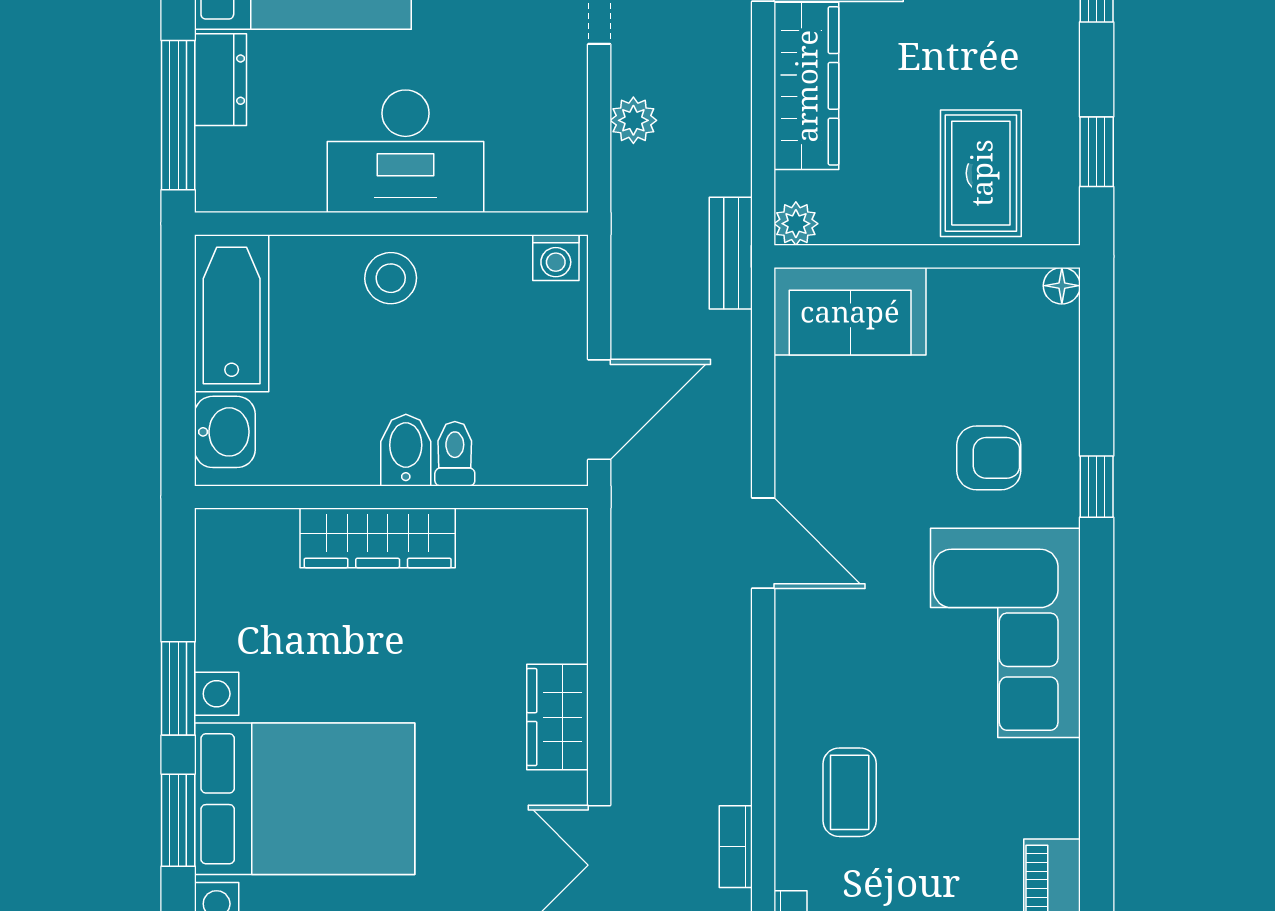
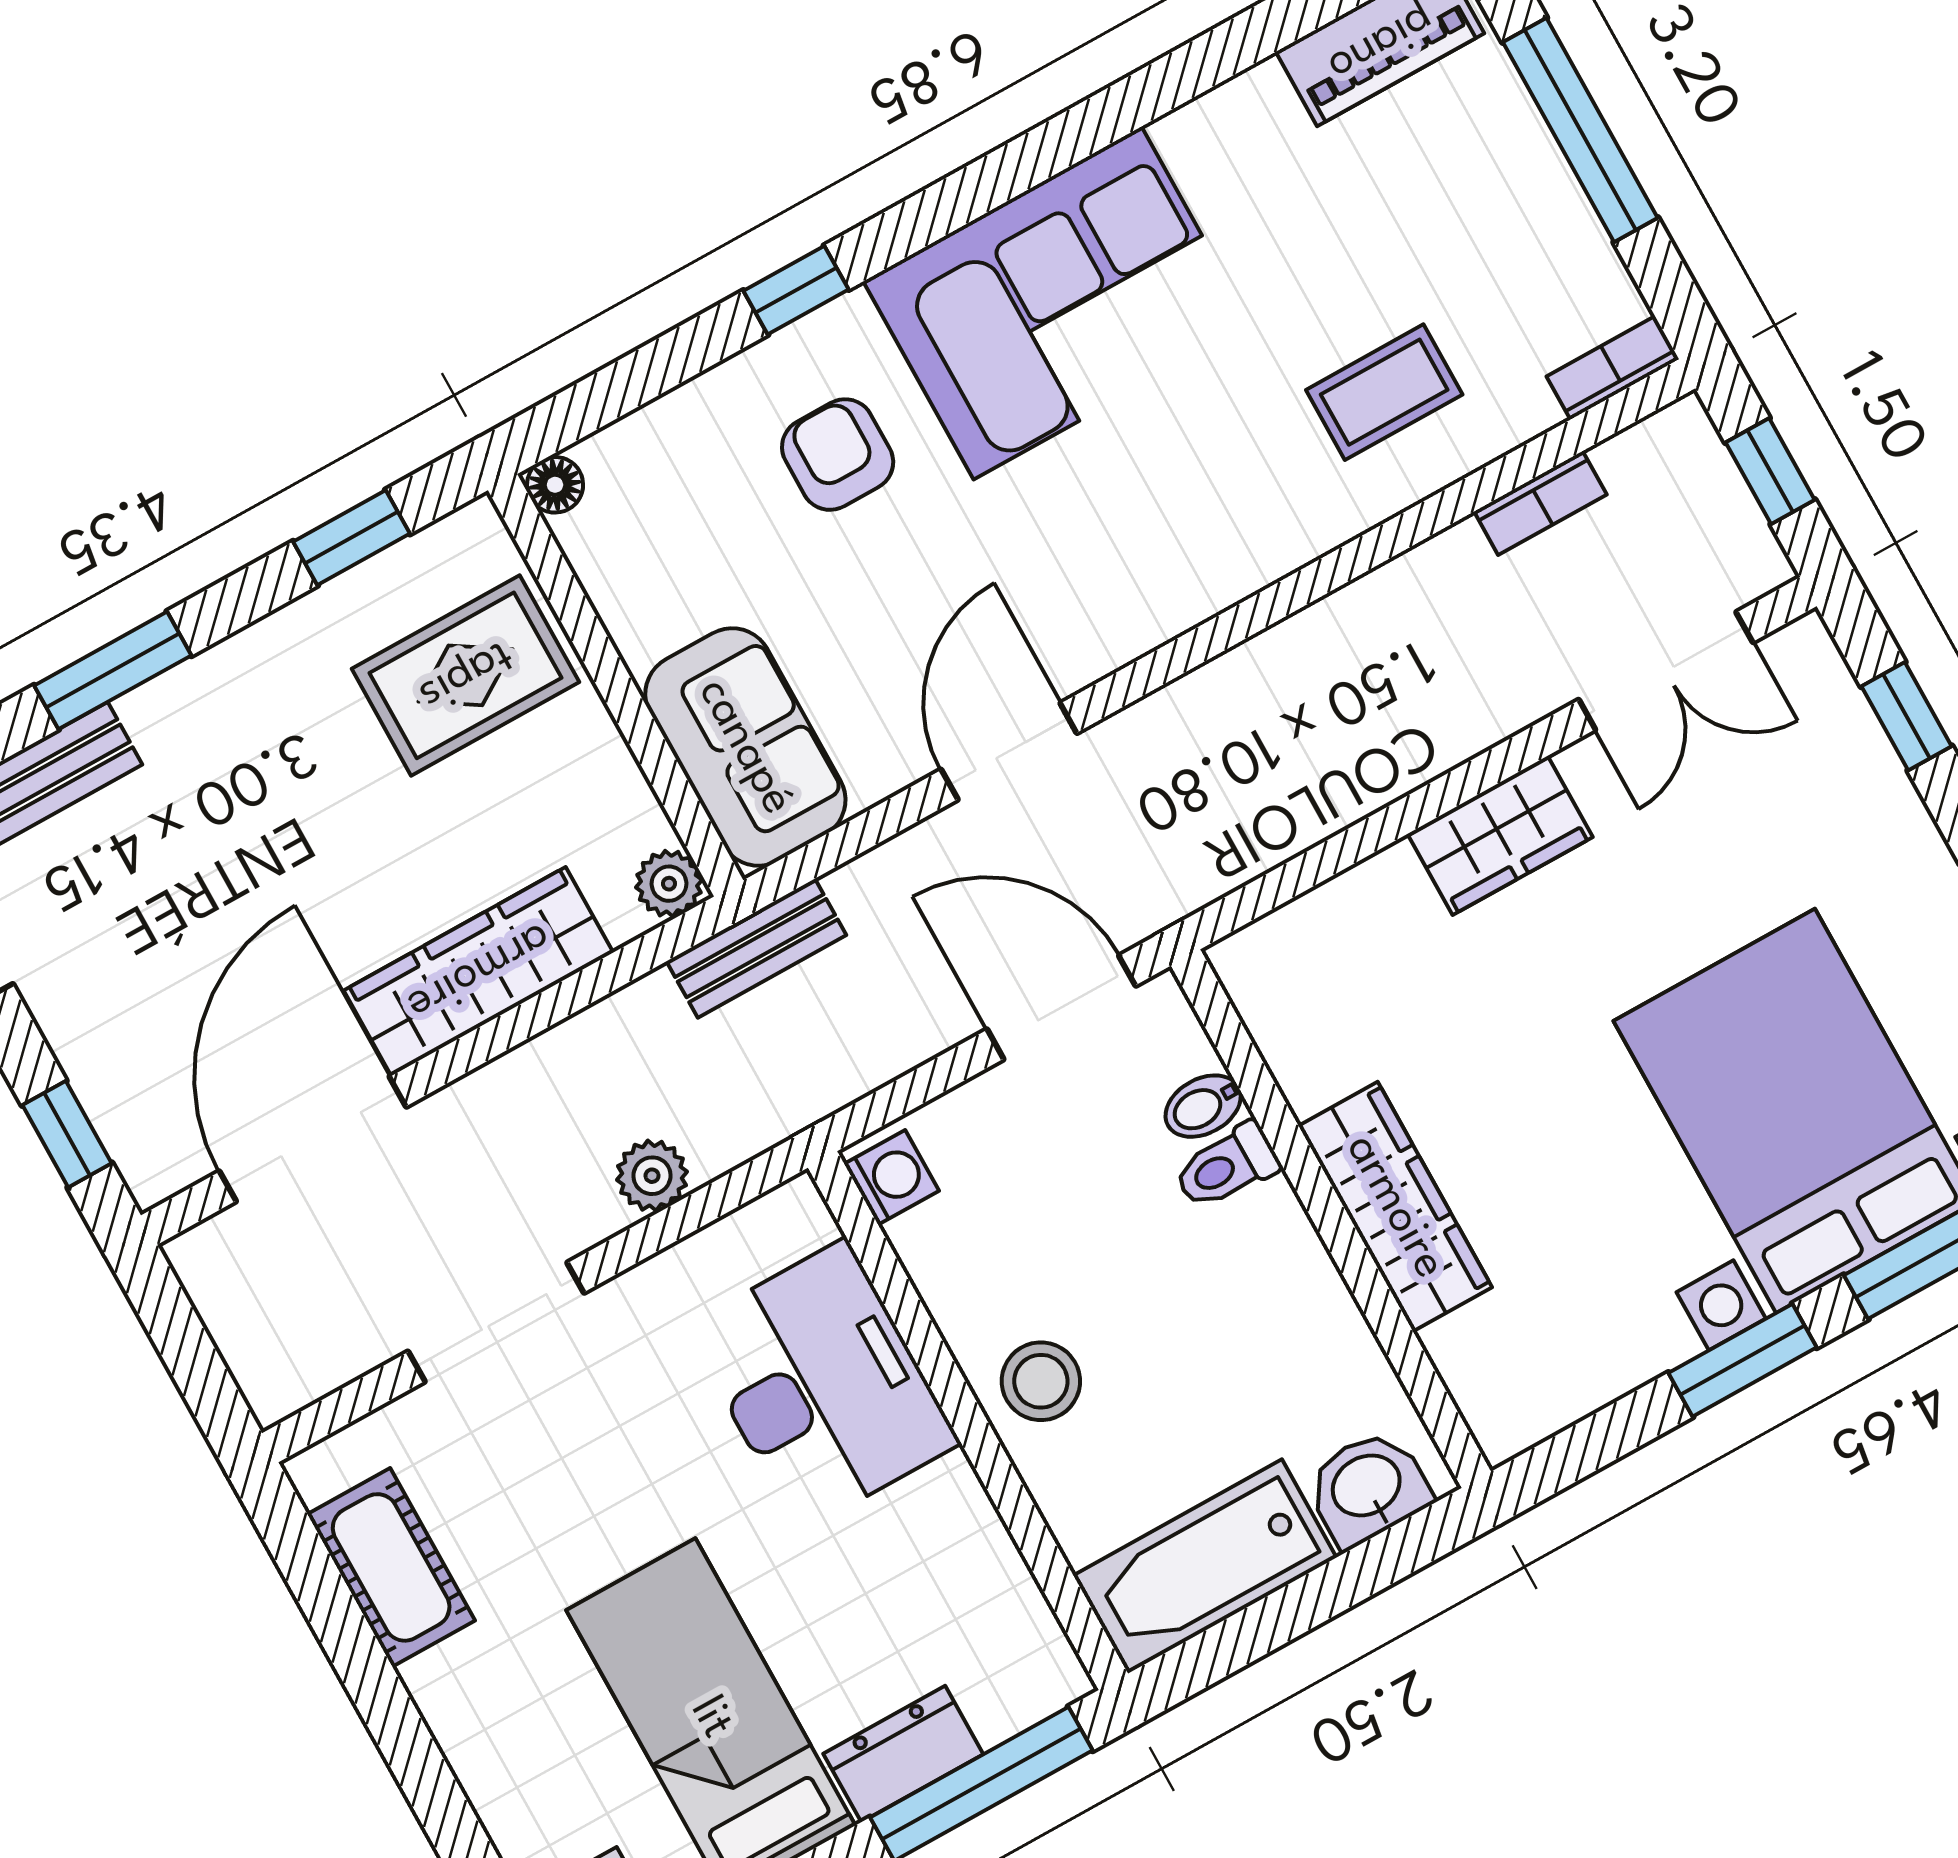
desk: (405, 151) -> (822, 1385), moved
bidet: (406, 450) -> (1203, 1106), moved, width x0.72, depth x0.74
door: (763, 543) -> (1009, 751), moved

